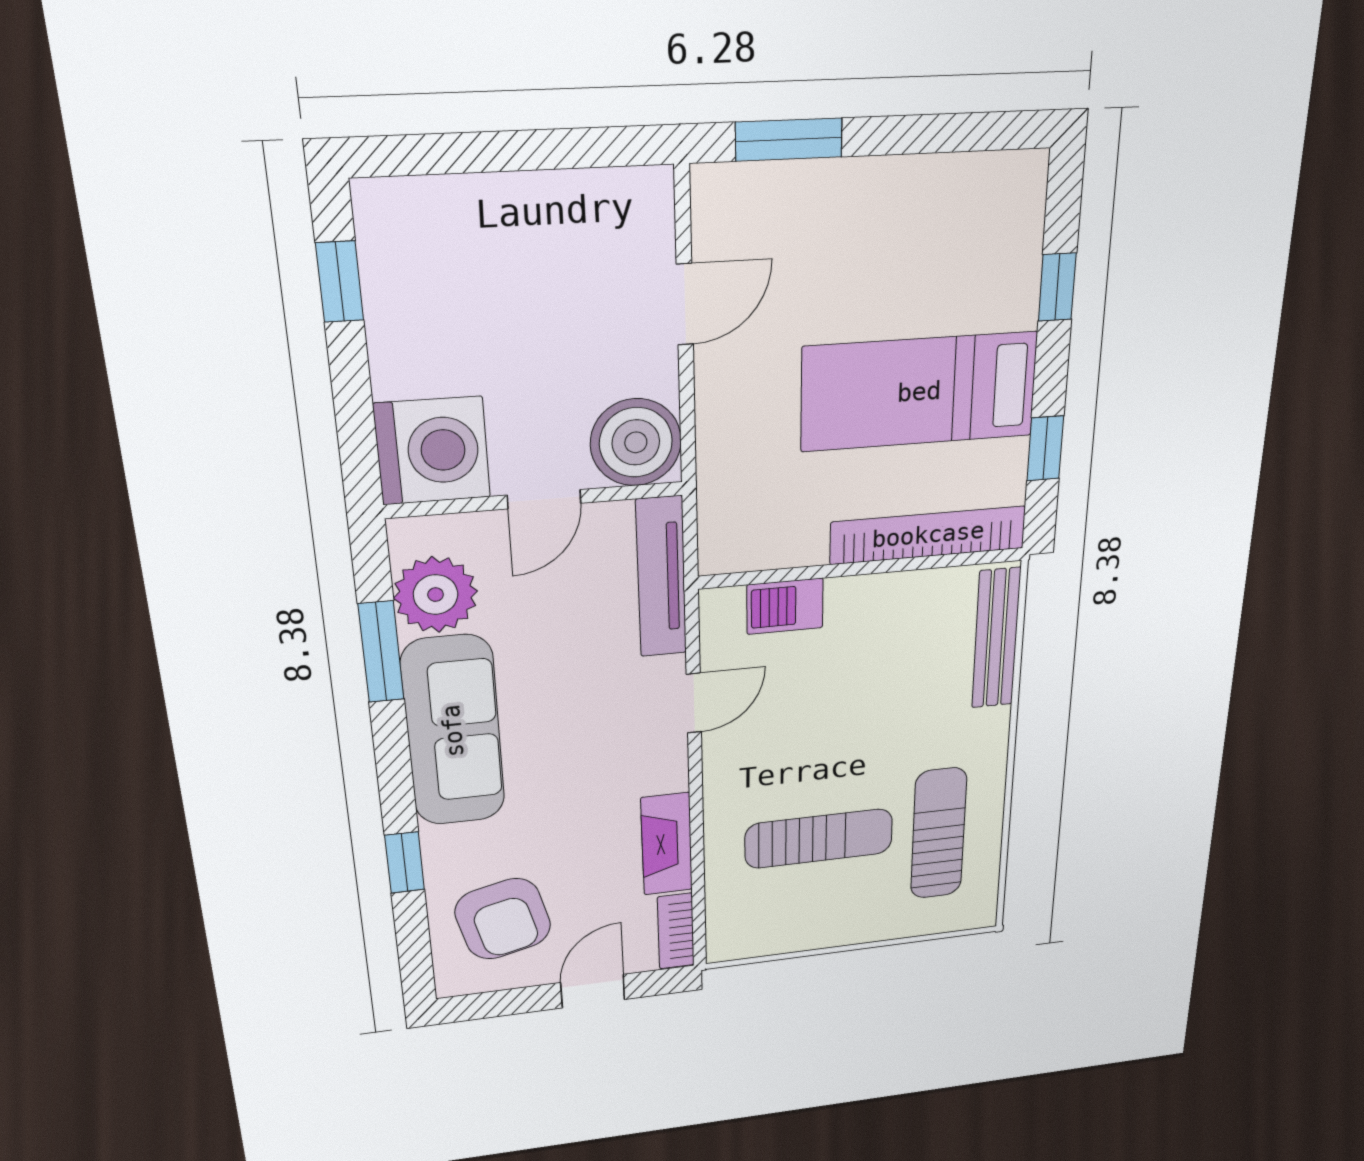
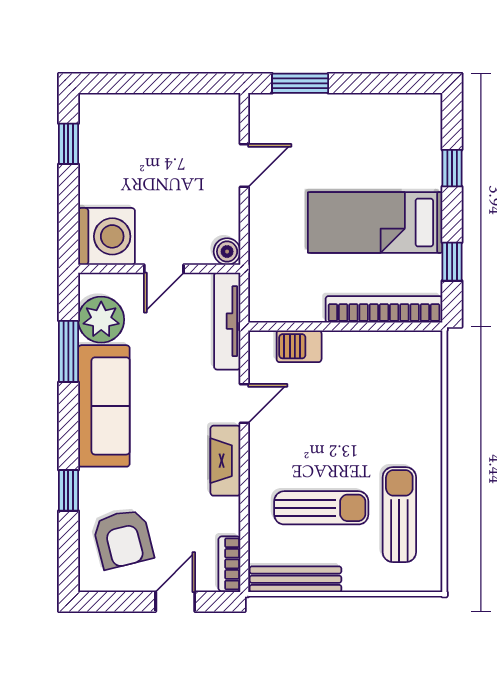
boiler: (636, 442) -> (227, 252), width x0.54, depth x0.54
bench: (996, 638) -> (295, 579), moved, turned 90
fireplace: (667, 844) -> (225, 461), moved

